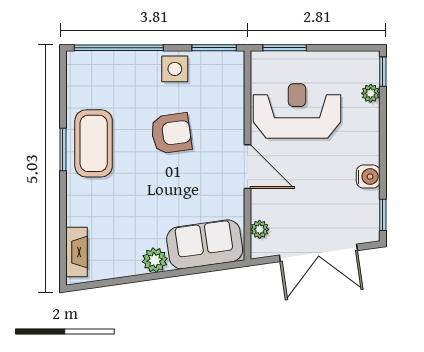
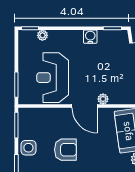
armchair: (171, 133) -> (65, 150), turned 98
door: (247, 167) -> (85, 106), swing flipped
plant: (260, 229) -> (103, 99), moved

